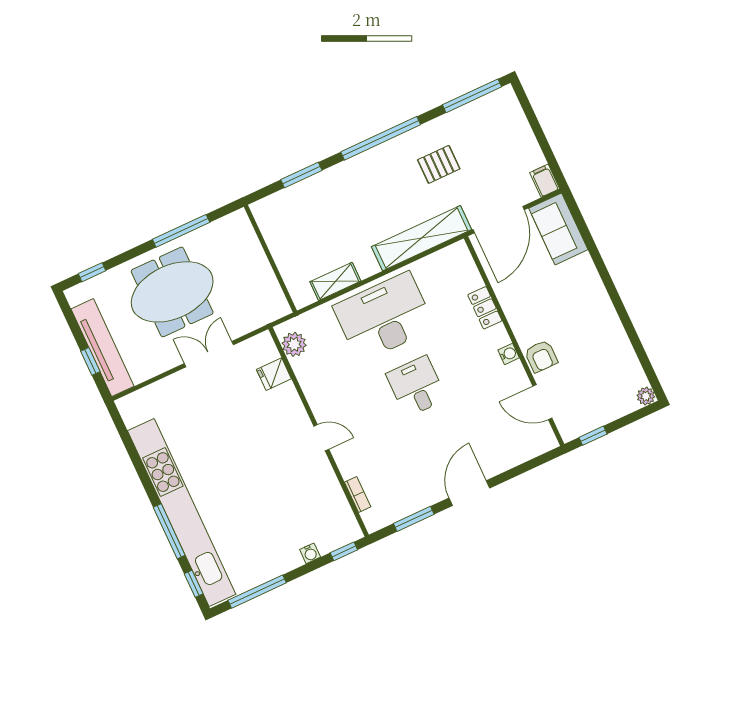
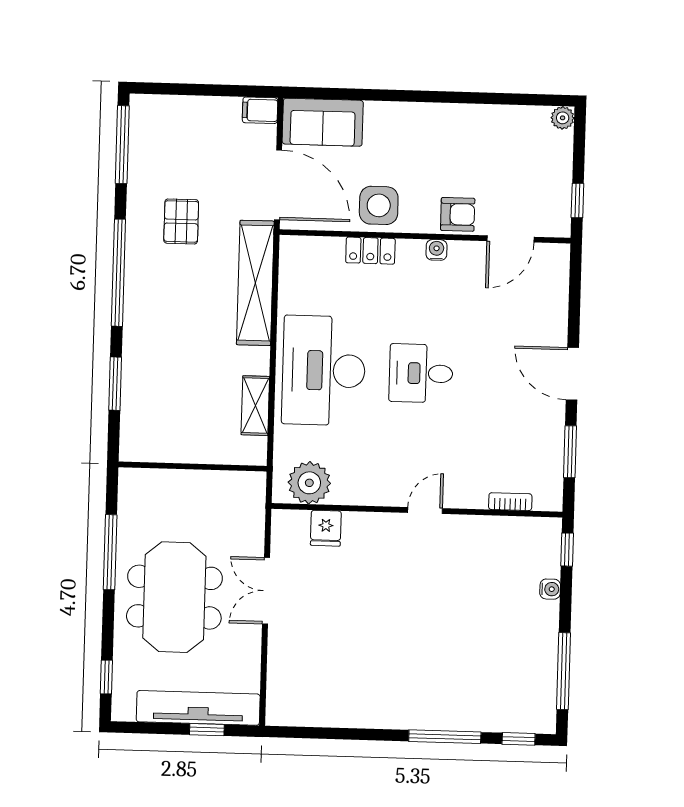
side table: (520, 298) -> (379, 205), added
plant: (294, 344) -> (309, 483), width x1.36, depth x1.36
kitchen unit: (182, 512) -> (431, 712), removed

